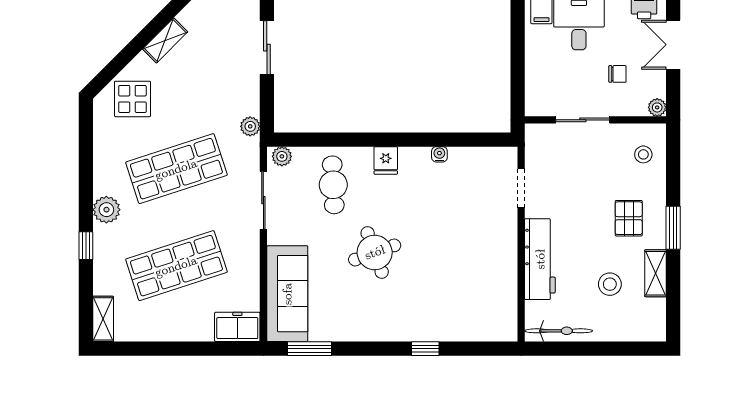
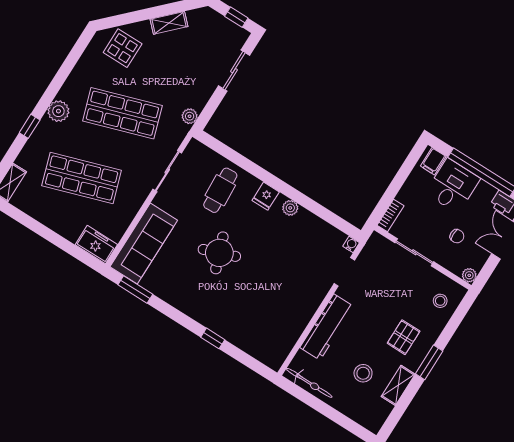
bookcase: (532, 97) -> (391, 216), added
water cooler: (439, 154) -> (351, 244), moved
plant: (282, 156) -> (290, 208), moved

